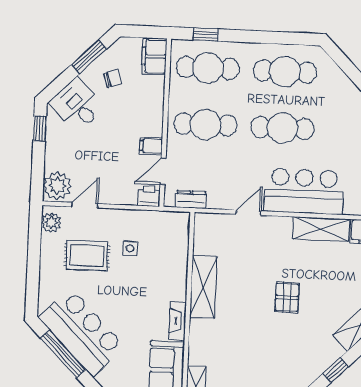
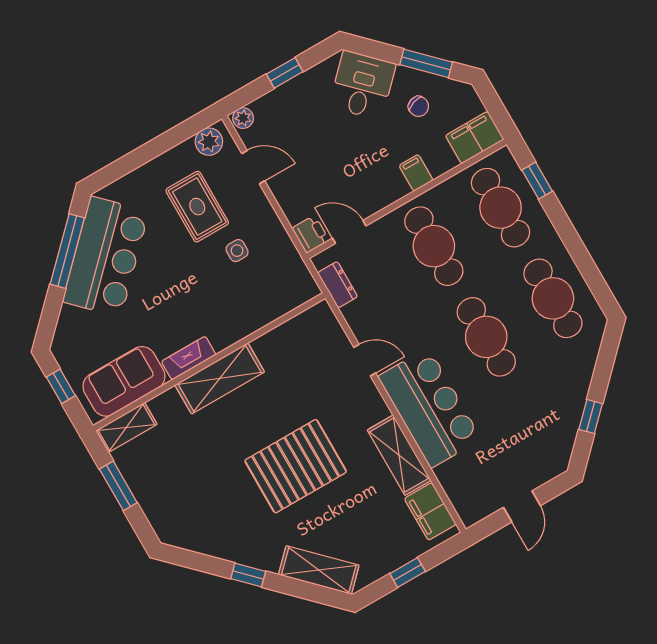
window: (40, 128) -> (285, 73), moved
filing cabinet: (151, 146) -> (416, 173), moved
plant: (57, 186) -> (243, 118), width x0.53, depth x0.53
shelving: (203, 287) -> (220, 378), moved
pallet: (287, 297) -> (296, 466), width x2.05, depth x2.00

